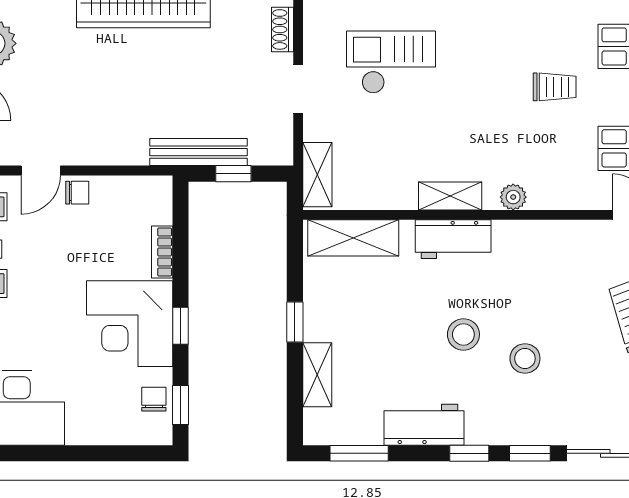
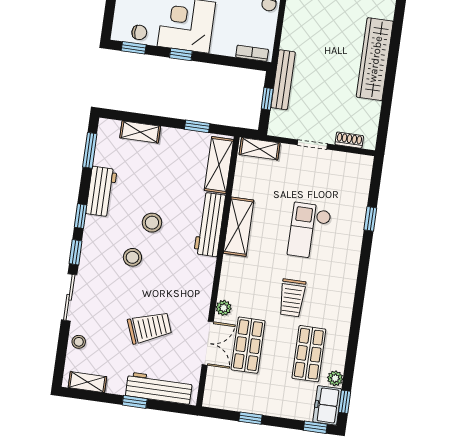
checkout: (391, 62) -> (309, 231), moved, turned 180
trolley: (555, 87) -> (292, 298), width x1.36, depth x1.39
shelving: (450, 196) -> (239, 227), width x1.50, depth x1.33
plant: (513, 197) -> (224, 308), moved
workbench: (453, 239) -> (210, 224), width x1.38
bookcase: (162, 252) -> (252, 53), moved
window: (295, 322) -> (197, 126), moved

